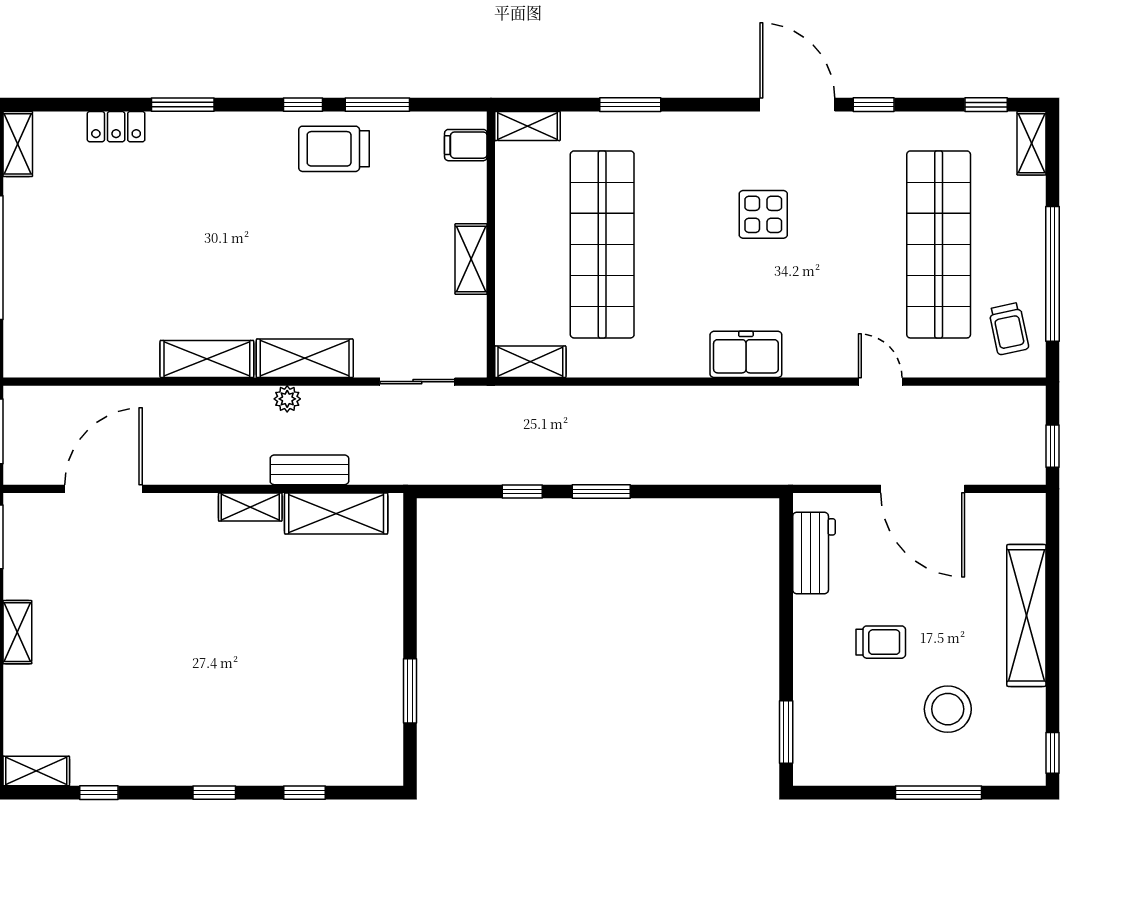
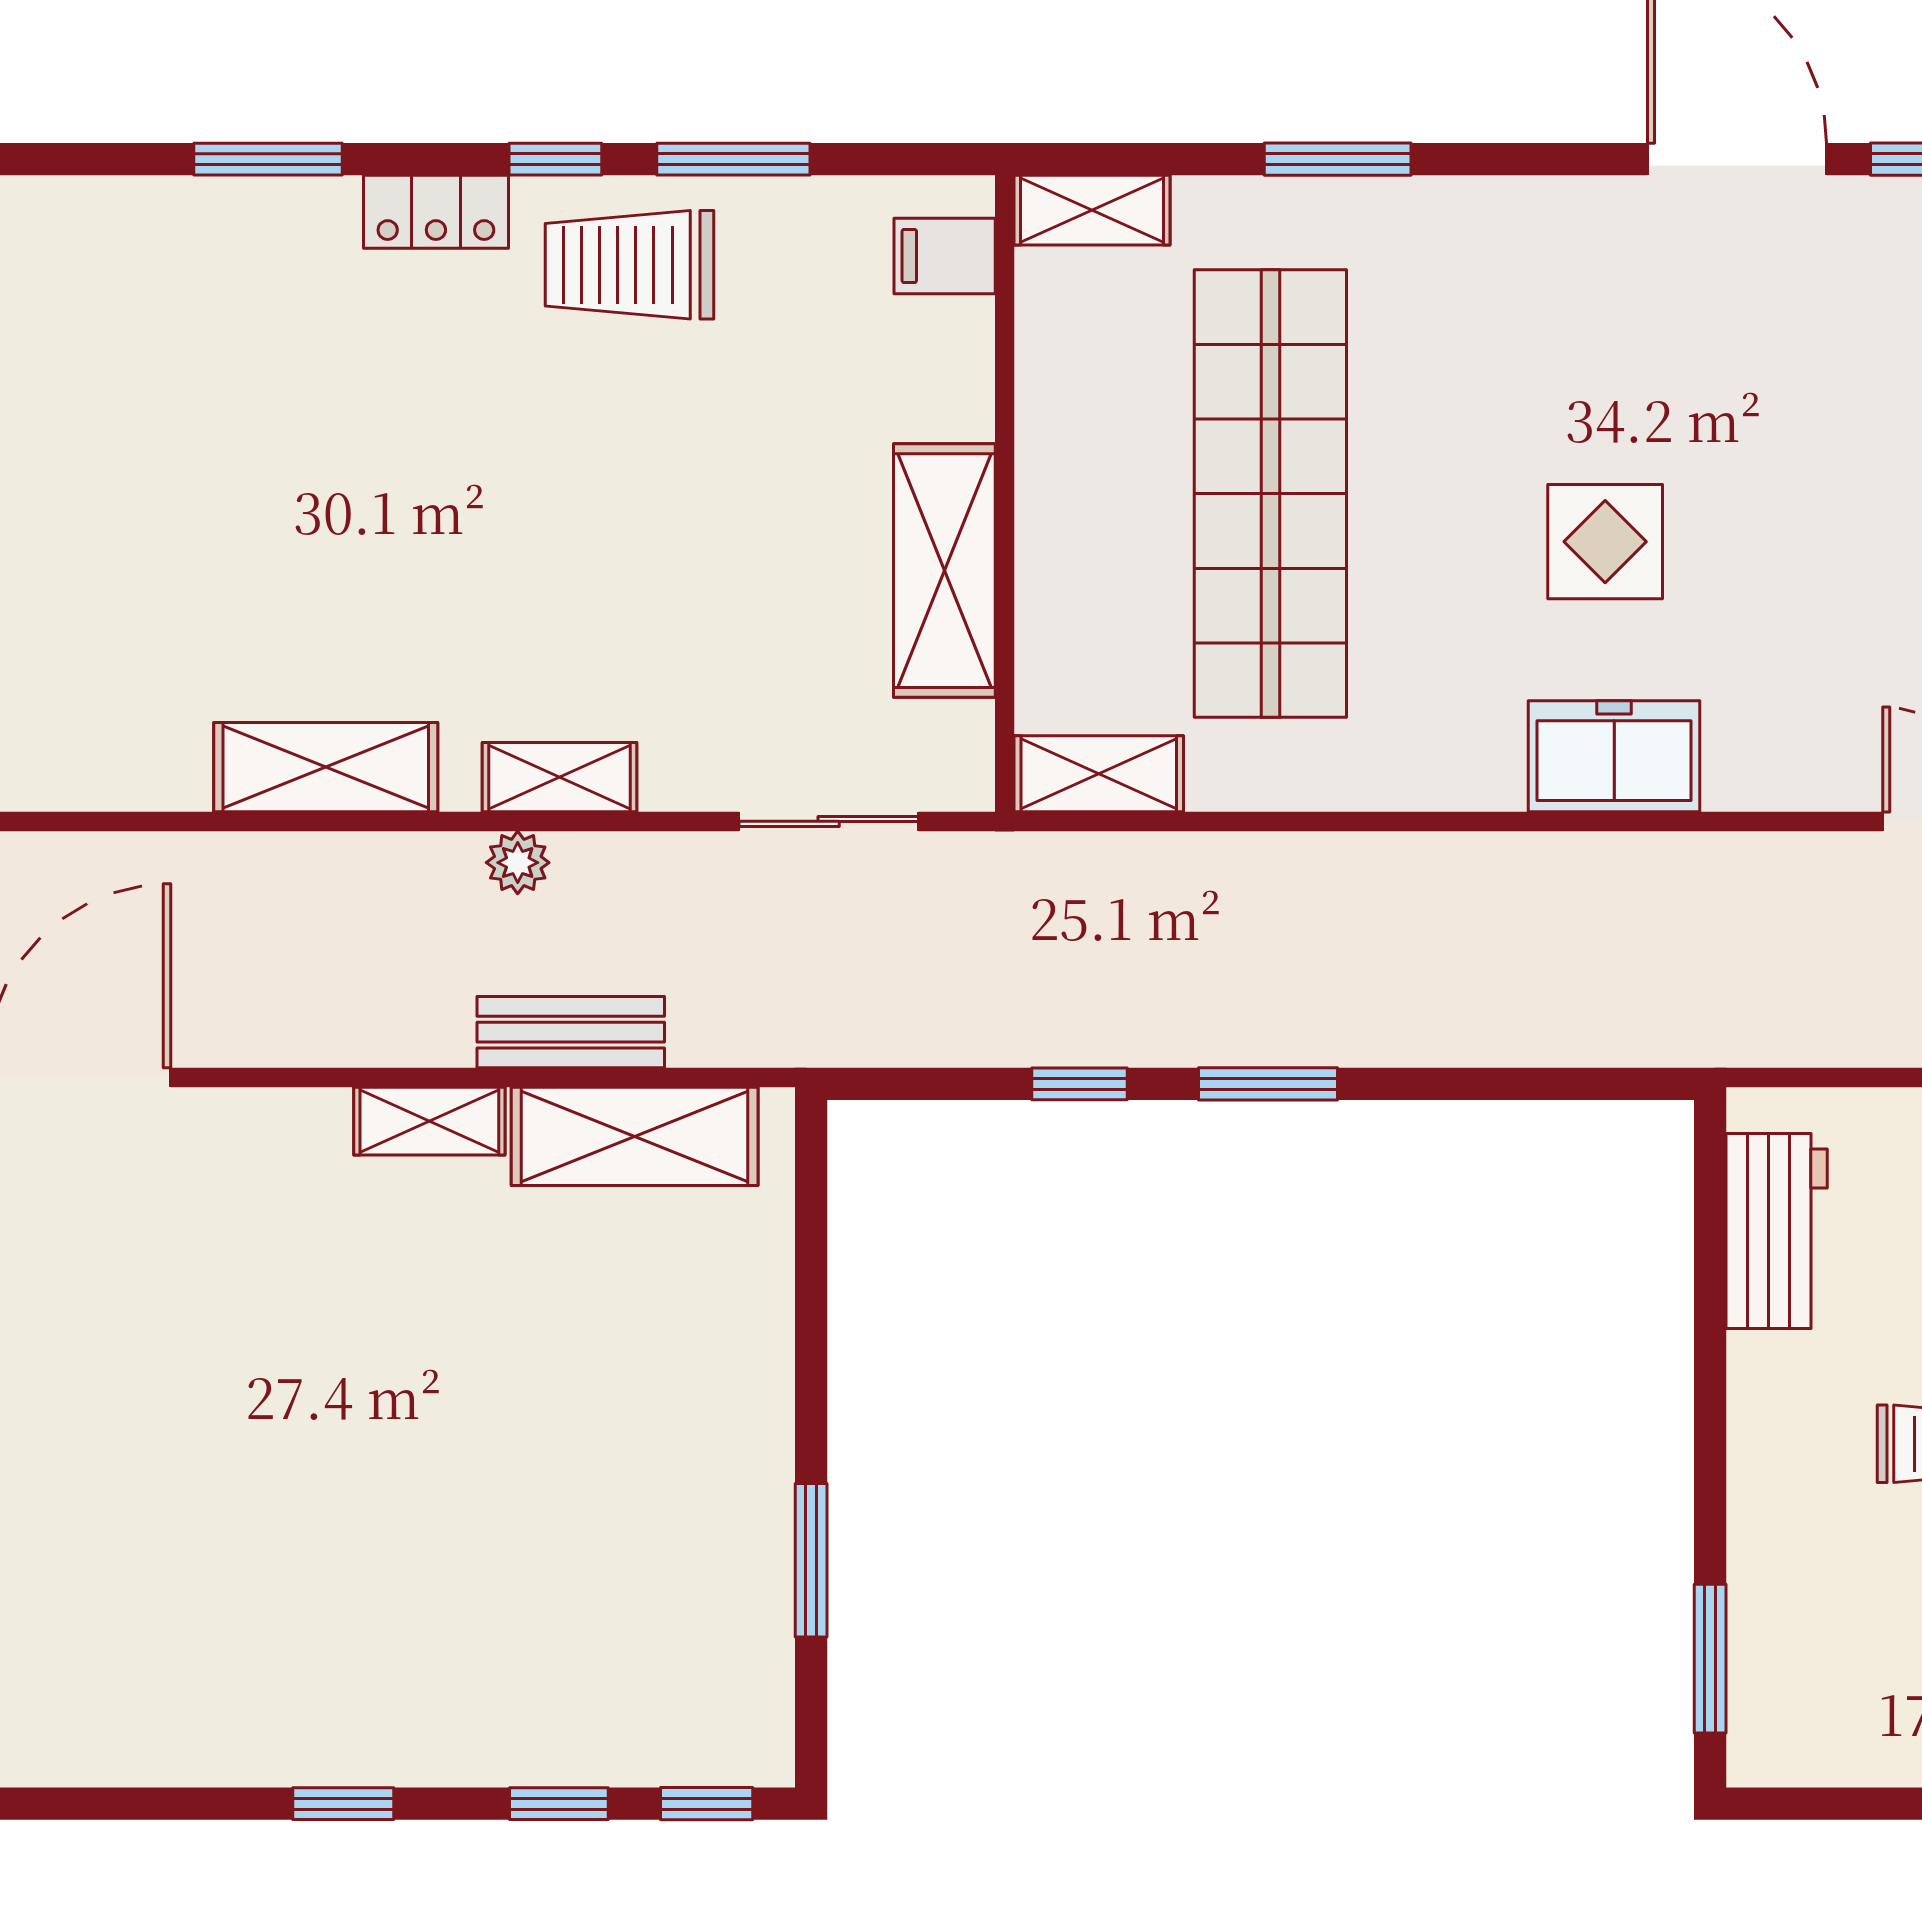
locker: (116, 127) -> (436, 212), moved
display table: (763, 214) -> (1605, 542), moved
shelving: (471, 259) -> (944, 571), width x1.50, depth x1.33
shelving: (305, 358) -> (560, 777), width x0.67, depth x0.75
window: (99, 793) -> (707, 1804), moved

